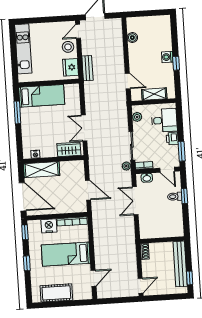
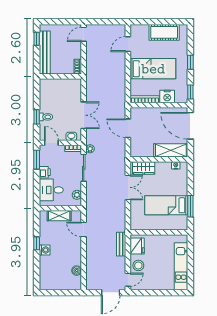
bed: (42, 96) -> (166, 205), moved

